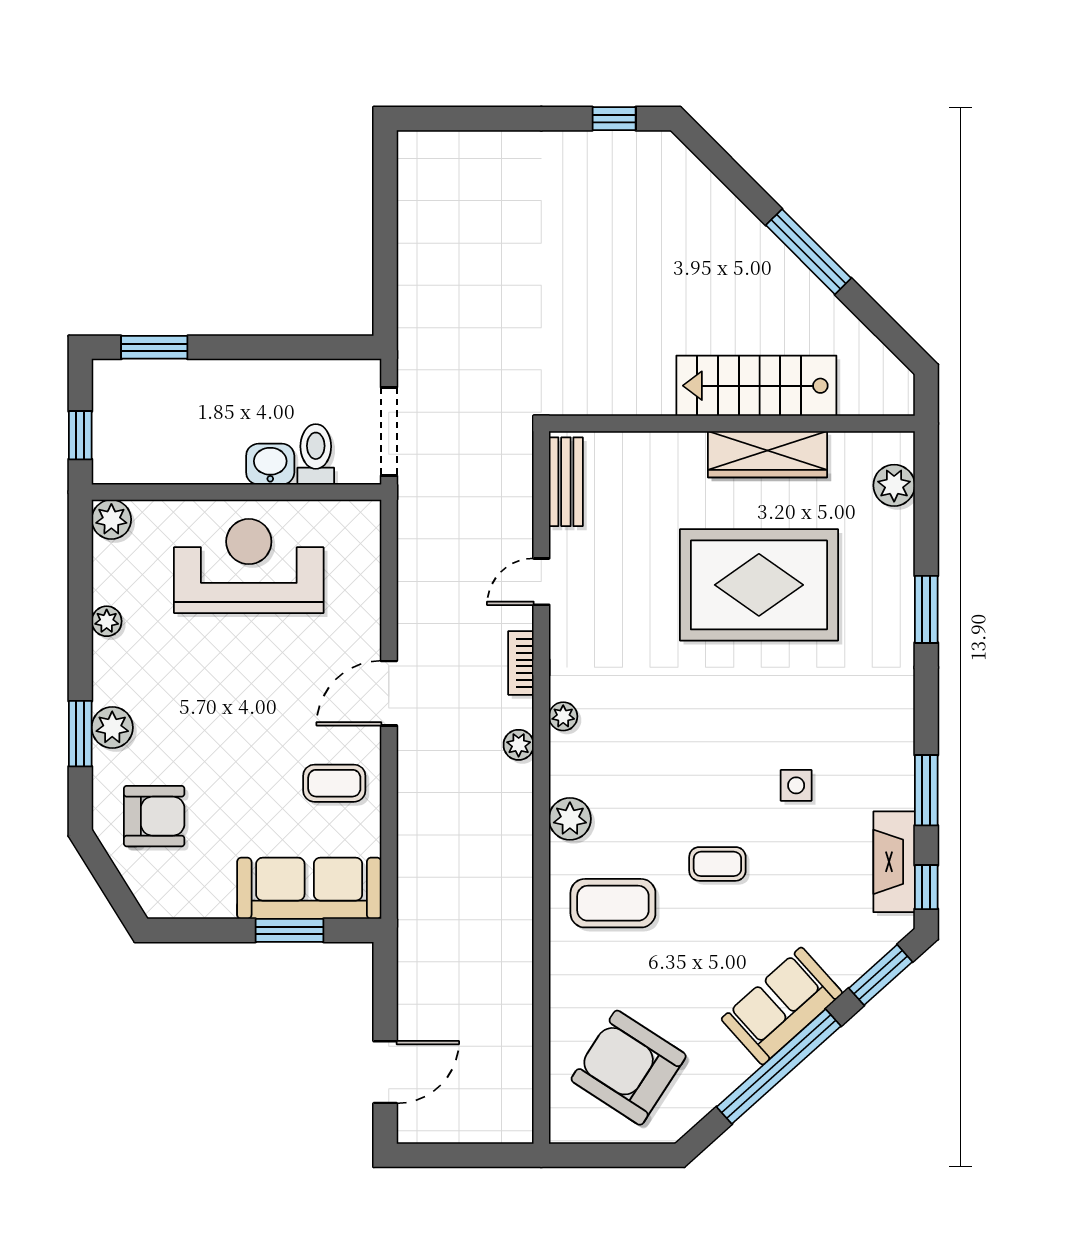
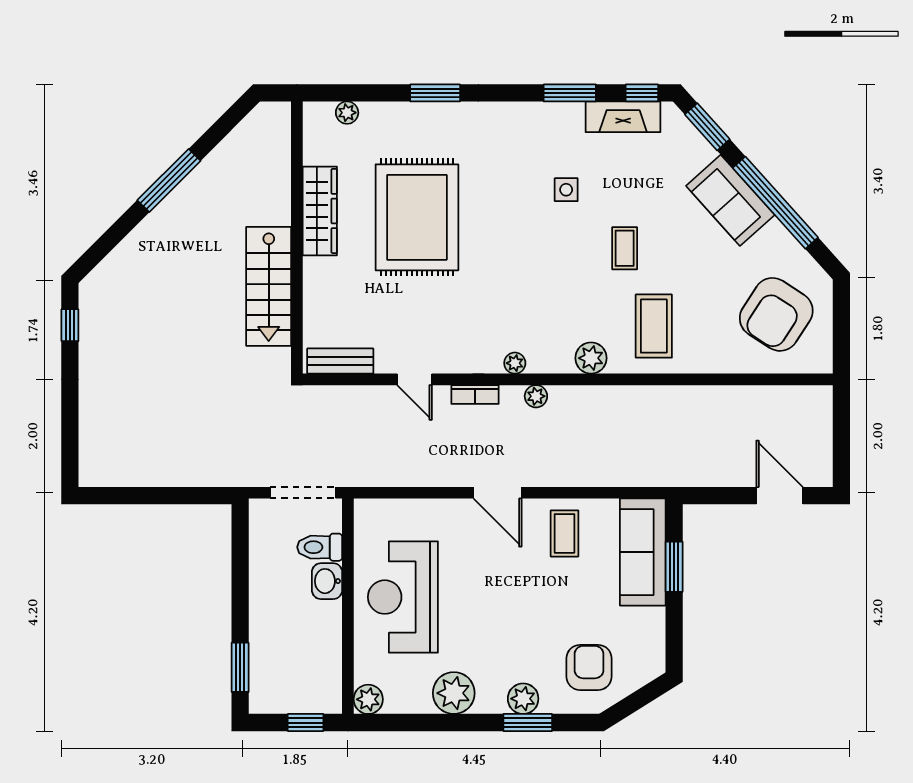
stairs: (756, 386) -> (269, 286), moved
plant: (894, 485) -> (347, 113), width x0.73, depth x0.73
plant: (107, 621) -> (454, 693), width x1.87, depth x1.87

